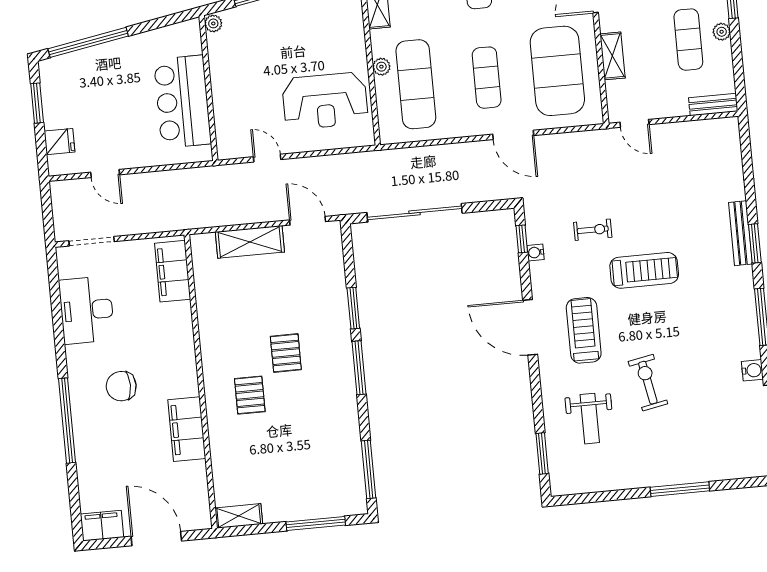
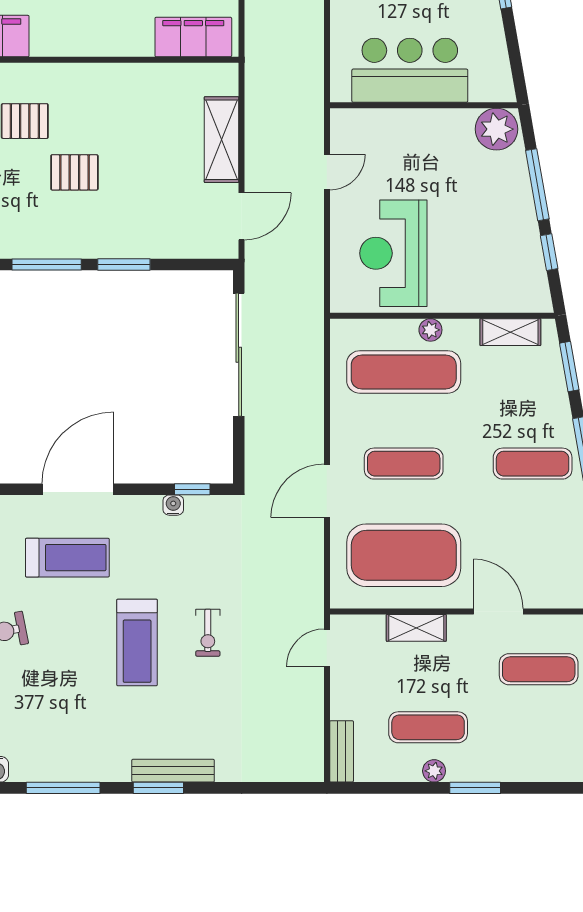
plant: (213, 23) -> (496, 129), width x1.87, depth x1.87
exercise bike: (593, 230) -> (208, 633), moved

